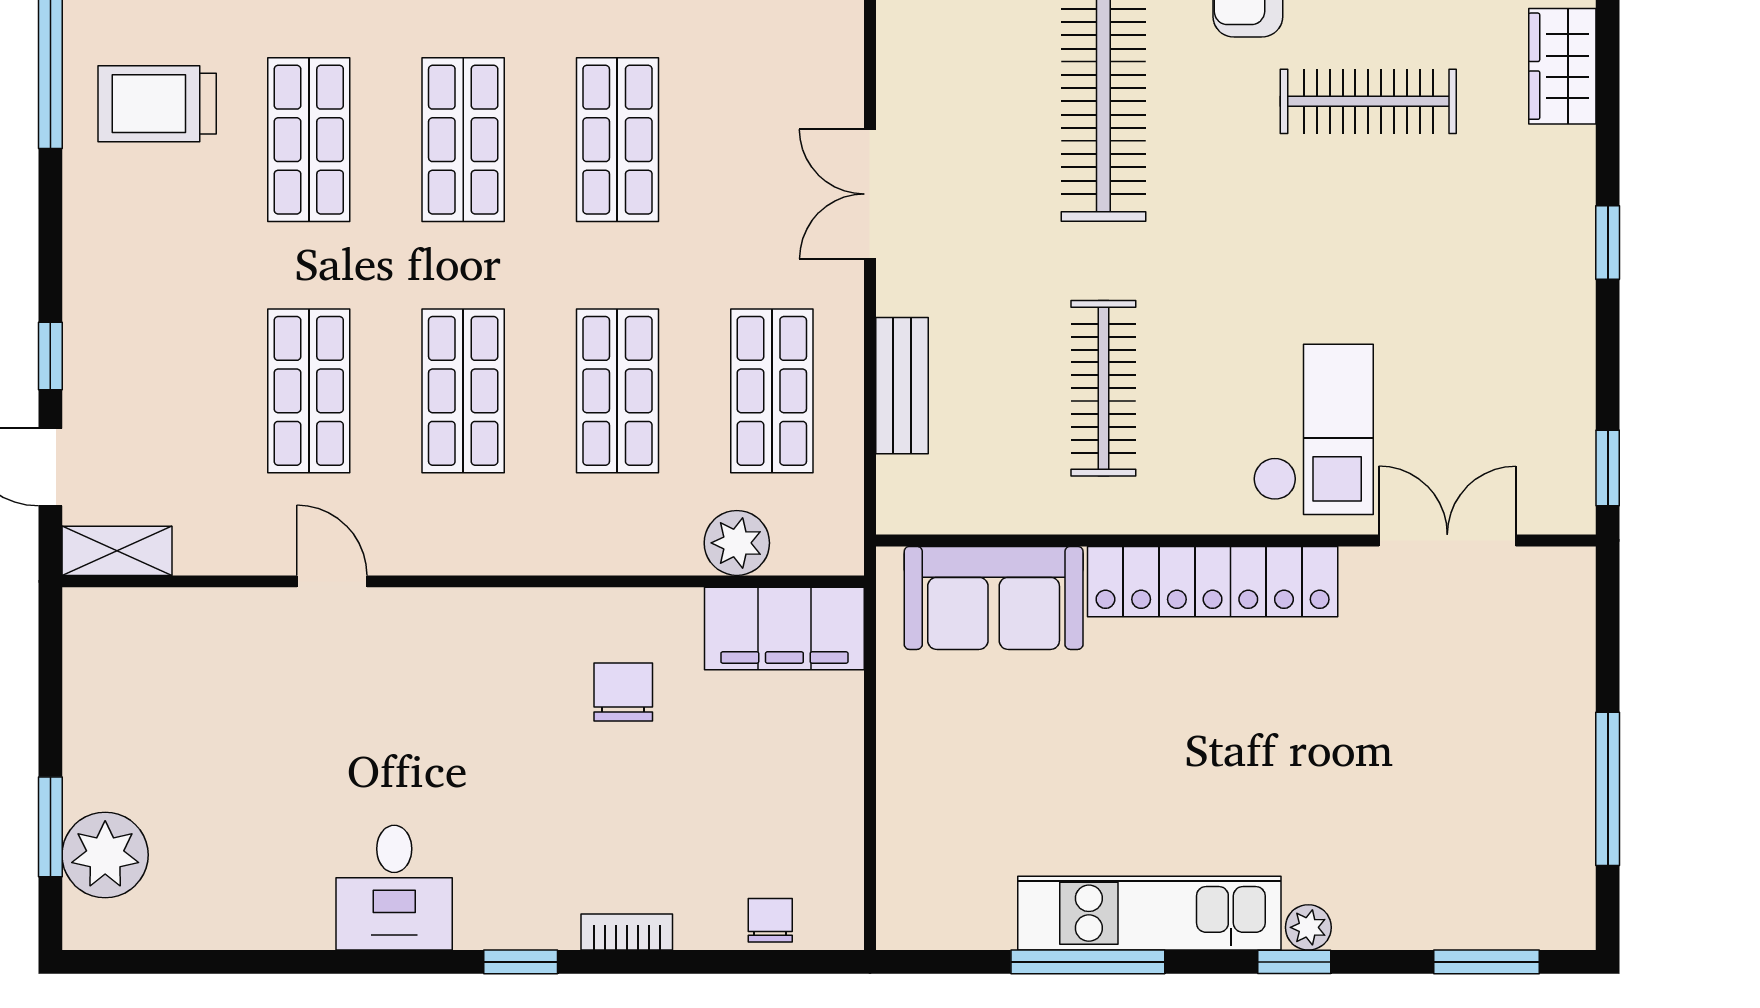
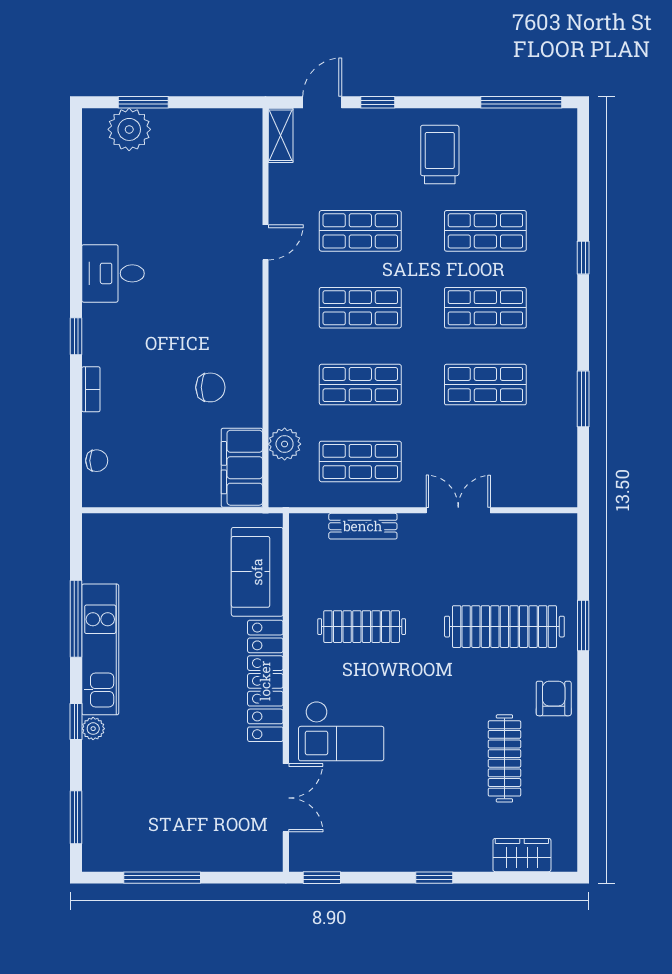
trolley: (157, 104) -> (440, 155), moved

